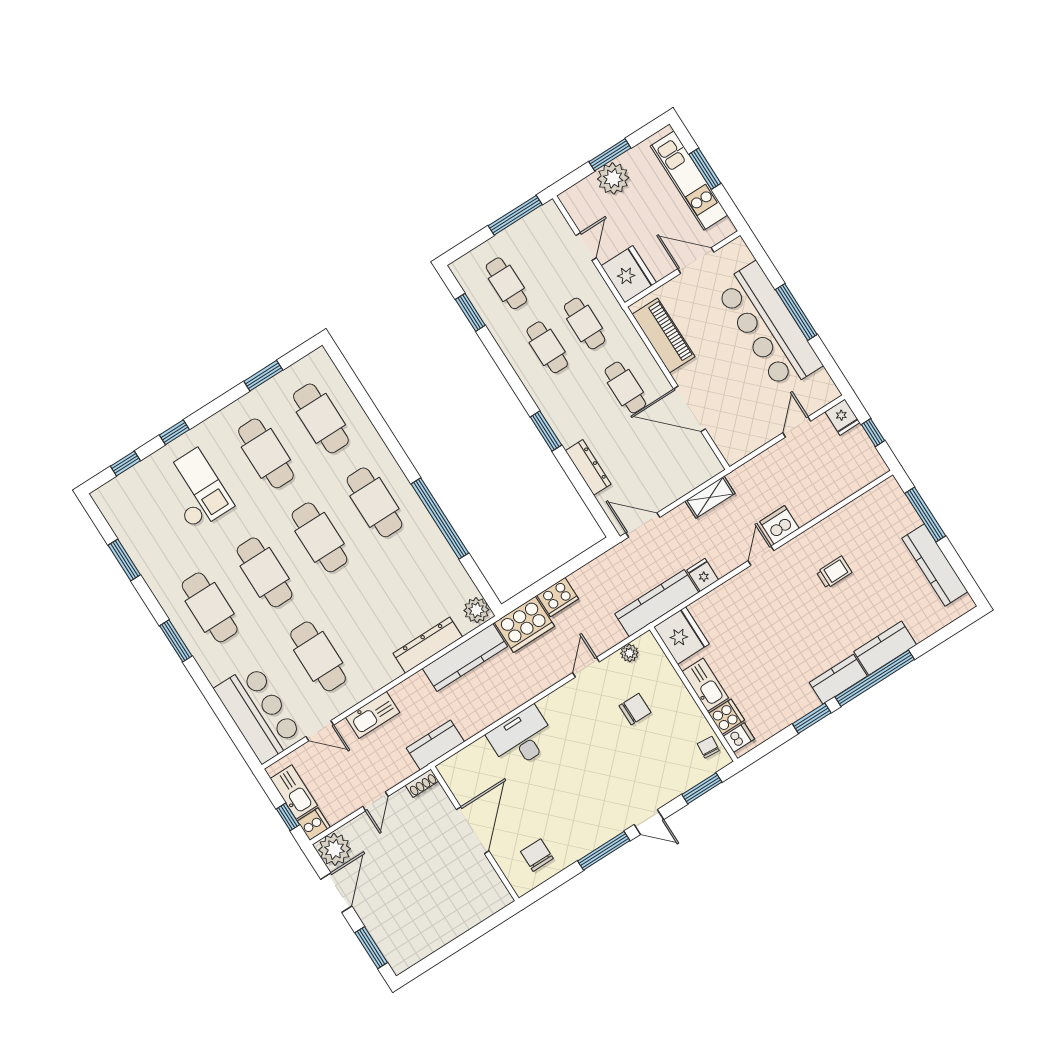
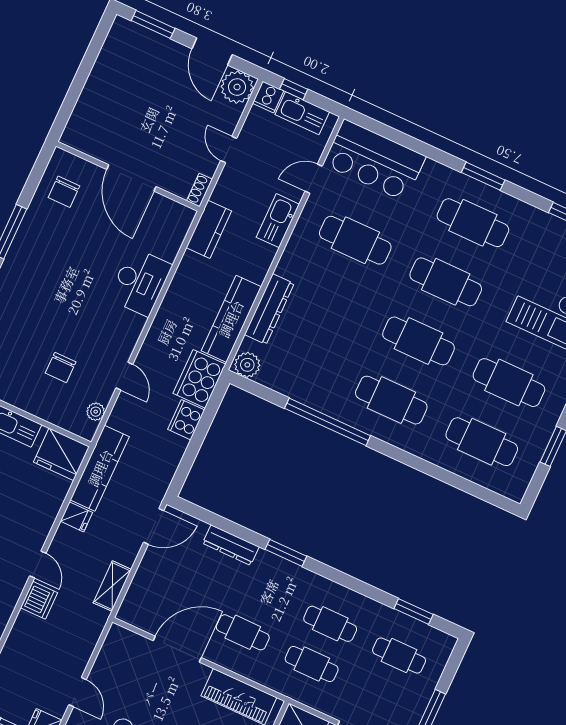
chair: (537, 855) -> (64, 192), turned 90

